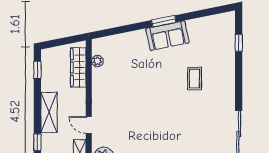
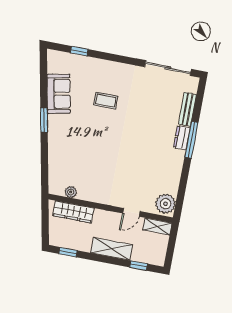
sofa: (167, 36) -> (59, 94), moved

